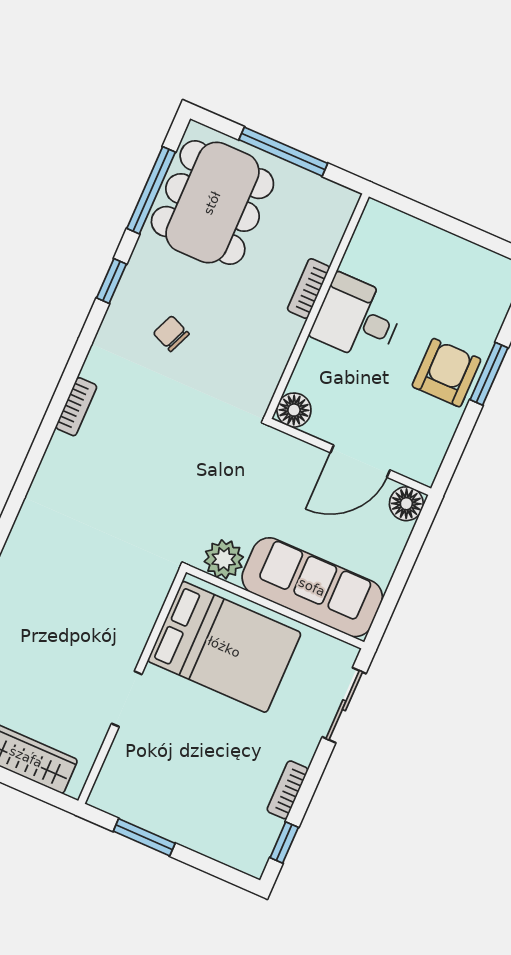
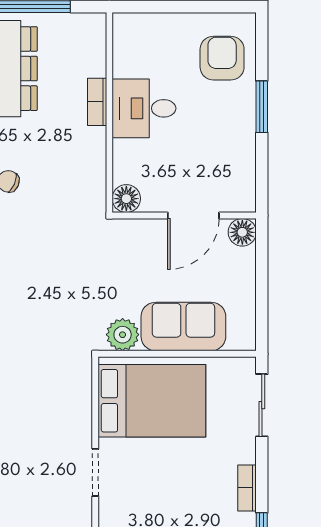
armchair: (446, 373) -> (222, 58), moved
sofa: (312, 587) -> (183, 327), width x0.73

